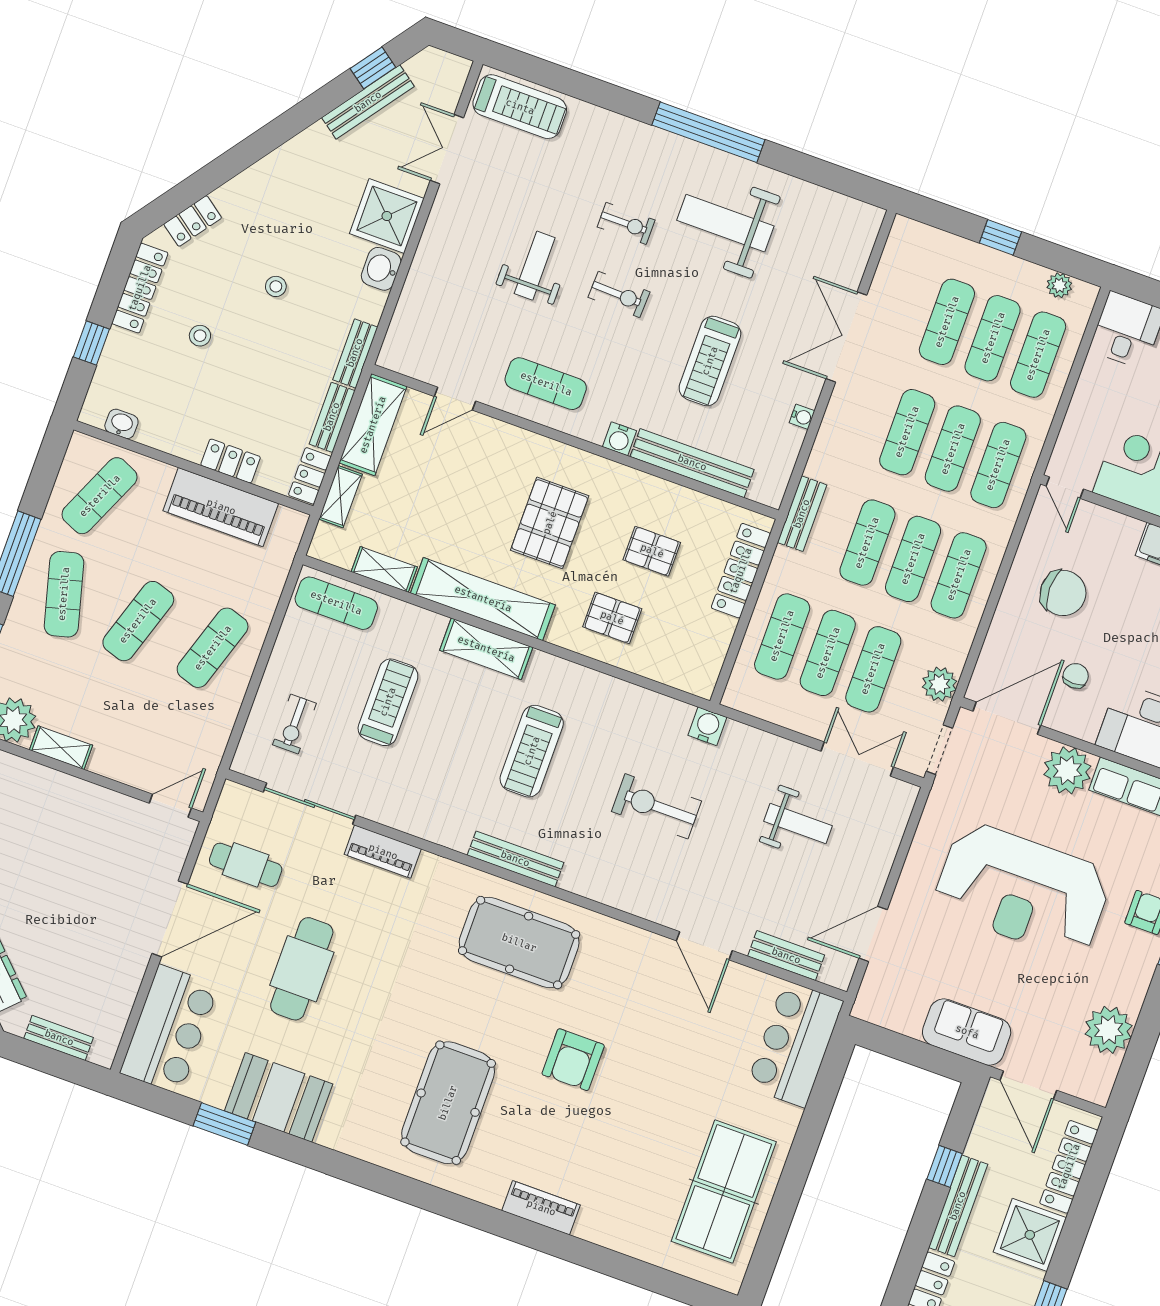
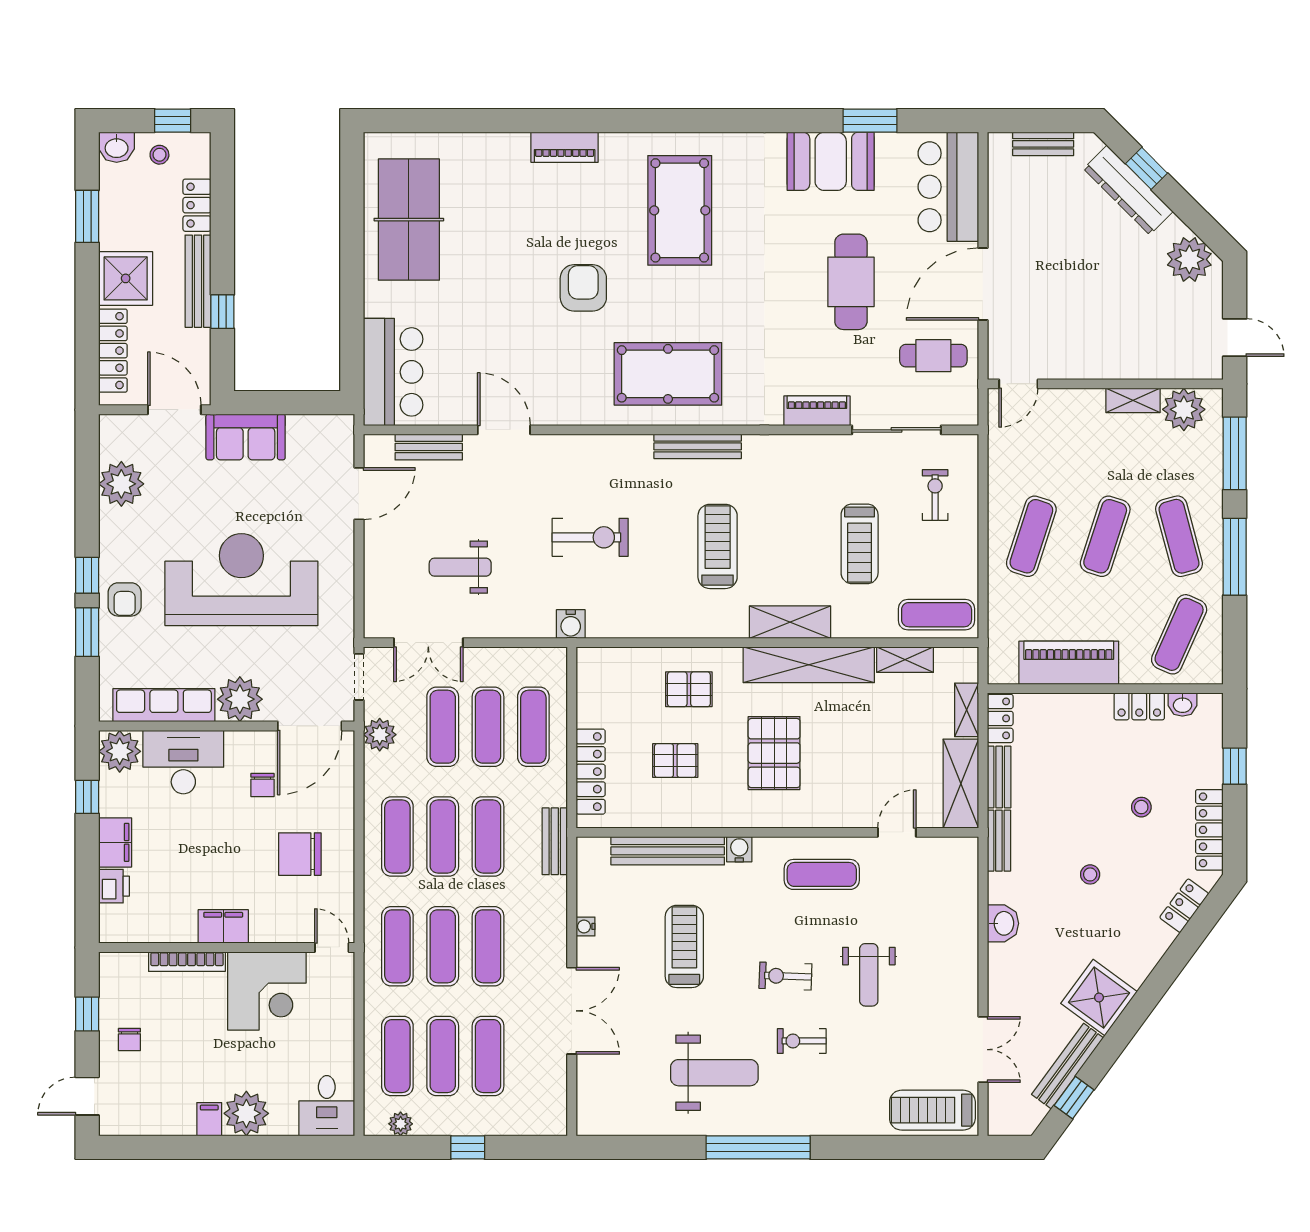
shower: (387, 216) -> (1099, 998), moved, turned 36
locker: (231, 461) -> (1139, 706), moved

